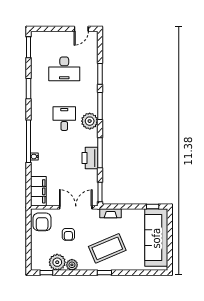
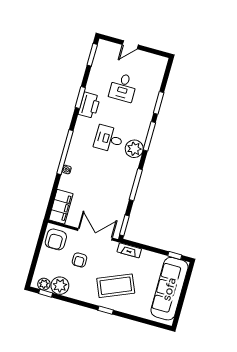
door: (81, 29) -> (130, 45), moved
desk: (64, 69) -> (123, 87), width x0.73
desk: (64, 119) -> (109, 139), turned -90
printer: (90, 158) -> (89, 105), moved, turned 180
plant: (72, 265) -> (44, 284), moved

